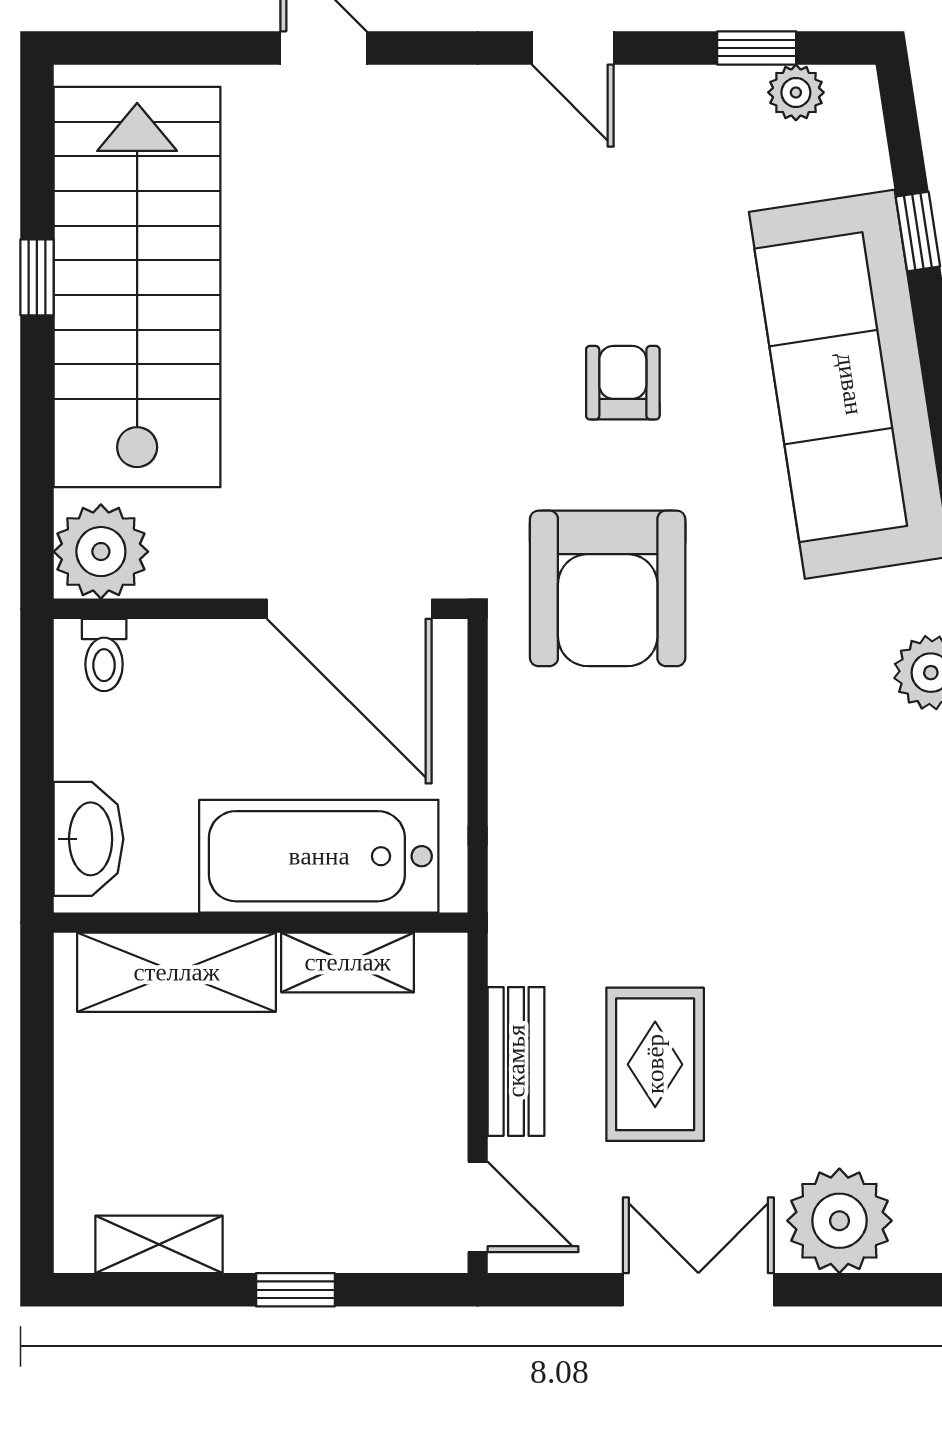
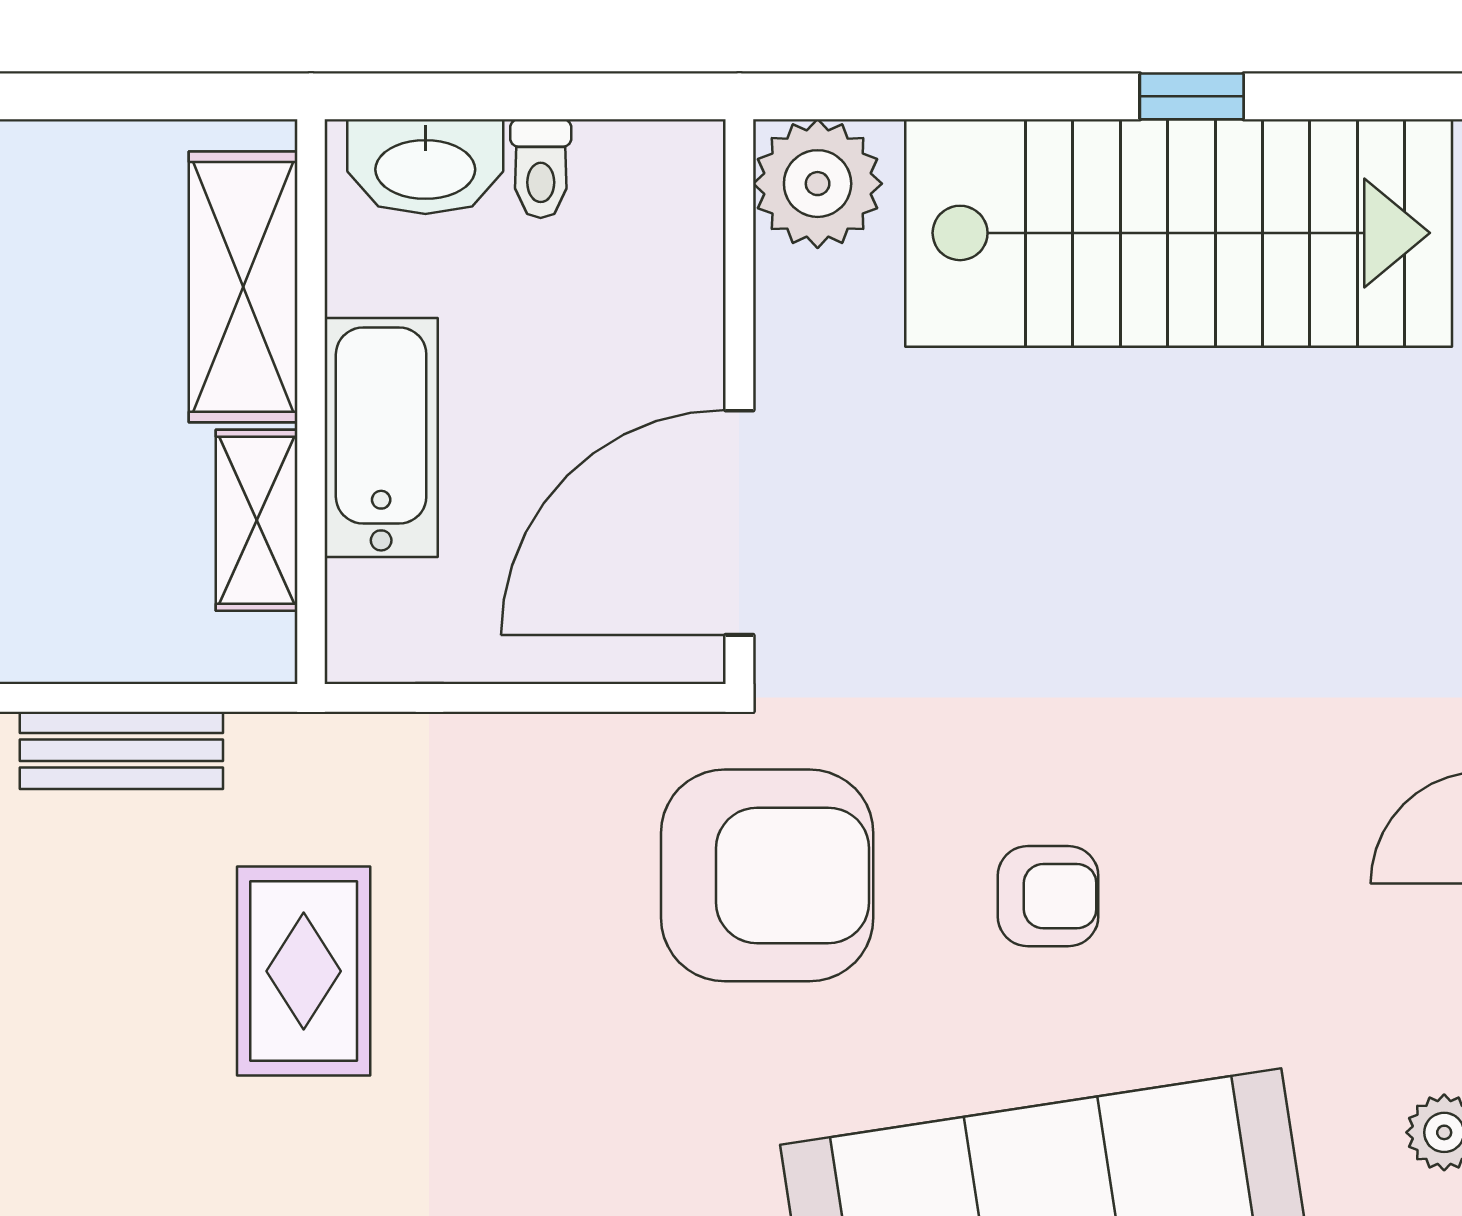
armchair: (608, 588) -> (767, 875), turned 180
toilet: (104, 655) -> (541, 169), moved, turned -90
bathtub: (319, 856) -> (381, 437), width x0.73, depth x0.73
rug: (655, 1064) -> (304, 971), moved, turned 90

